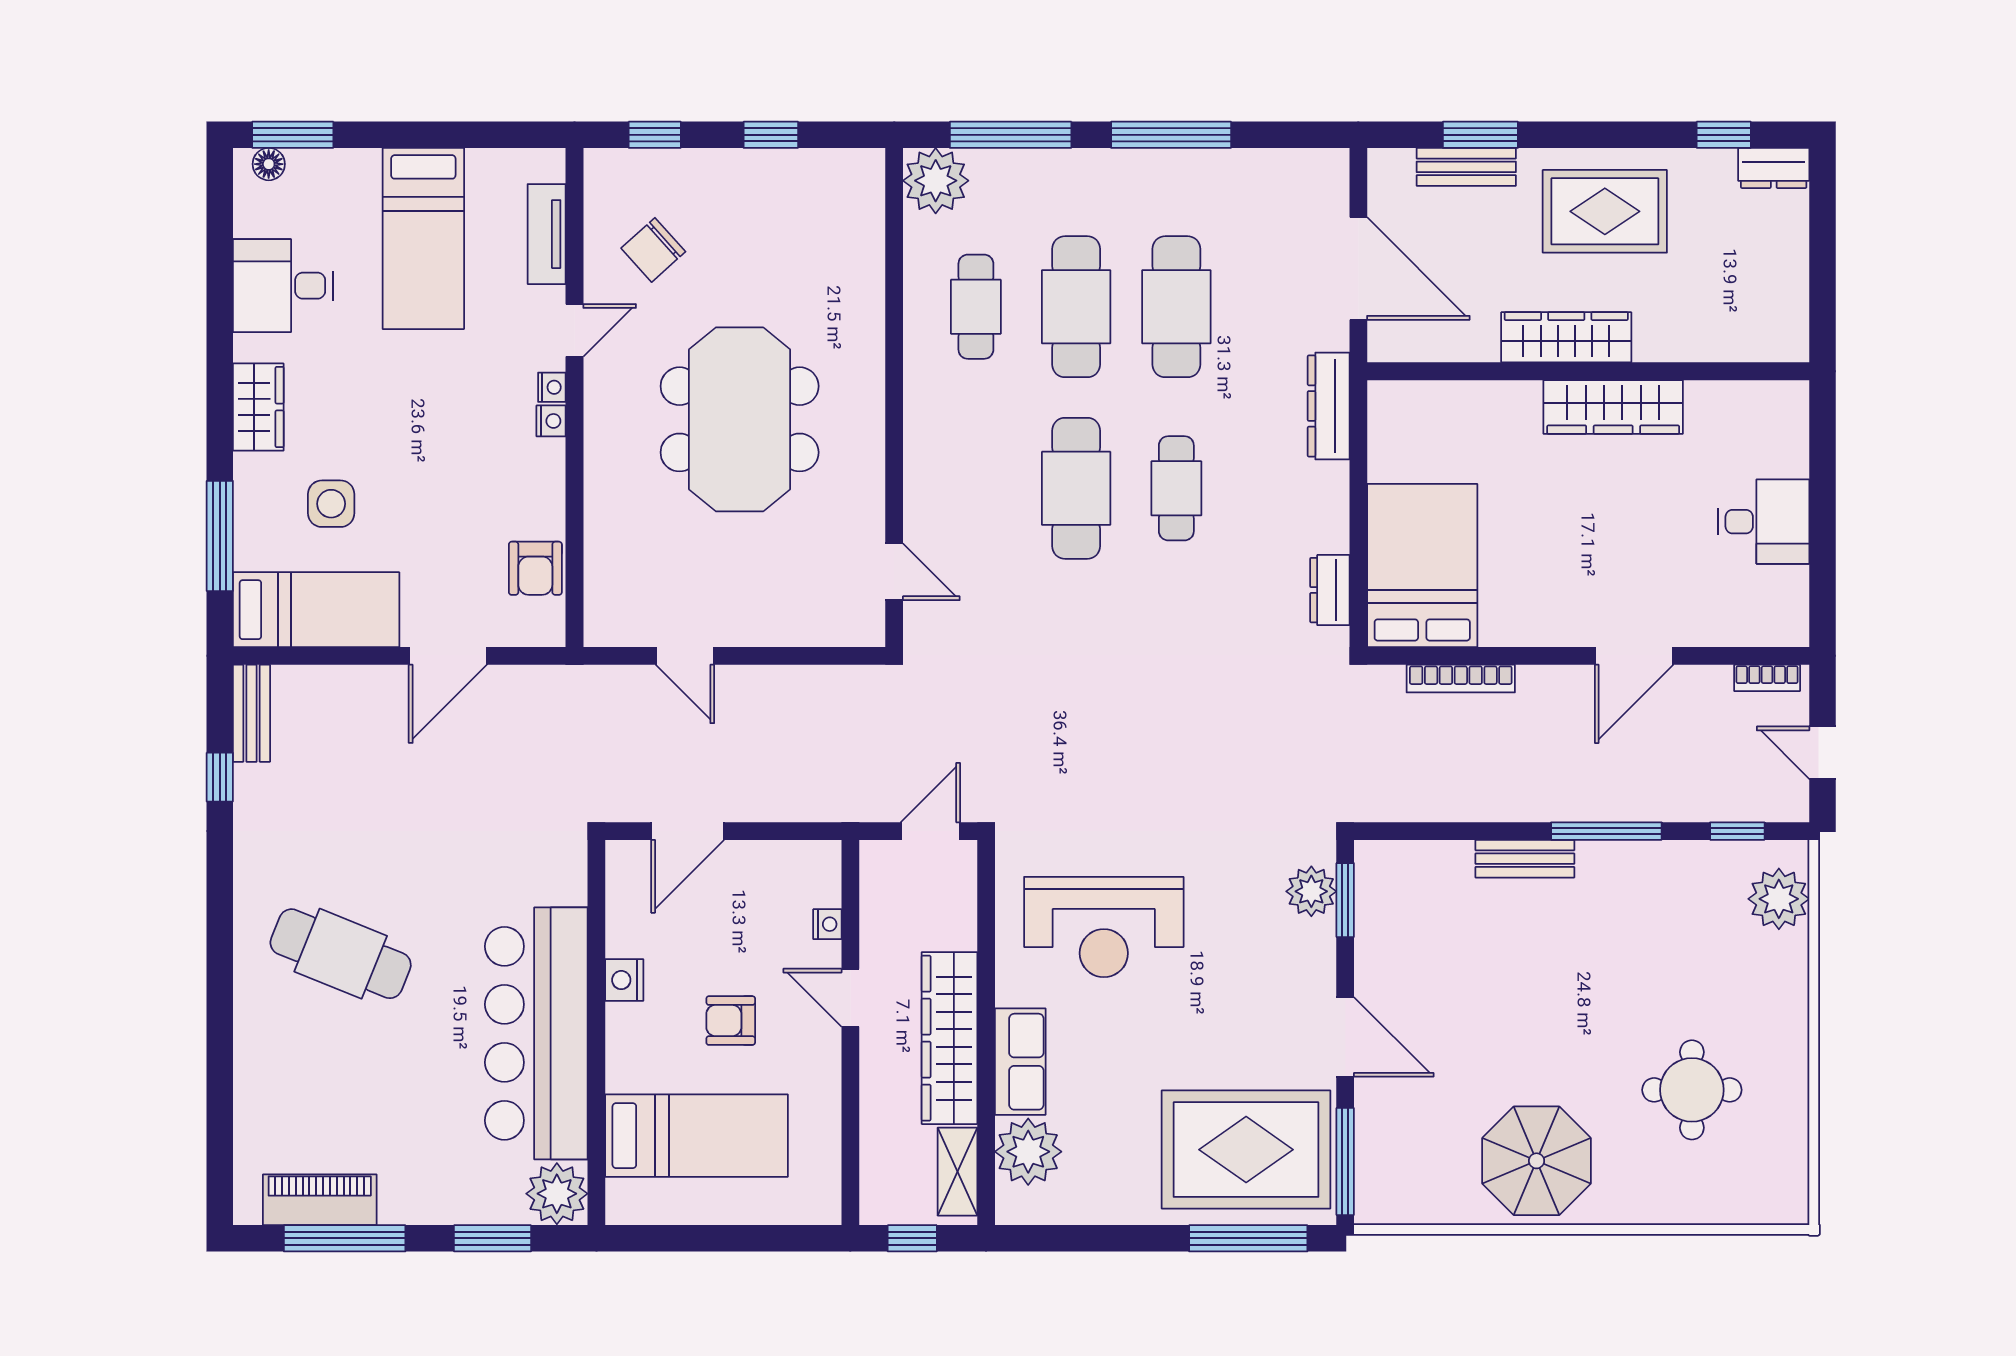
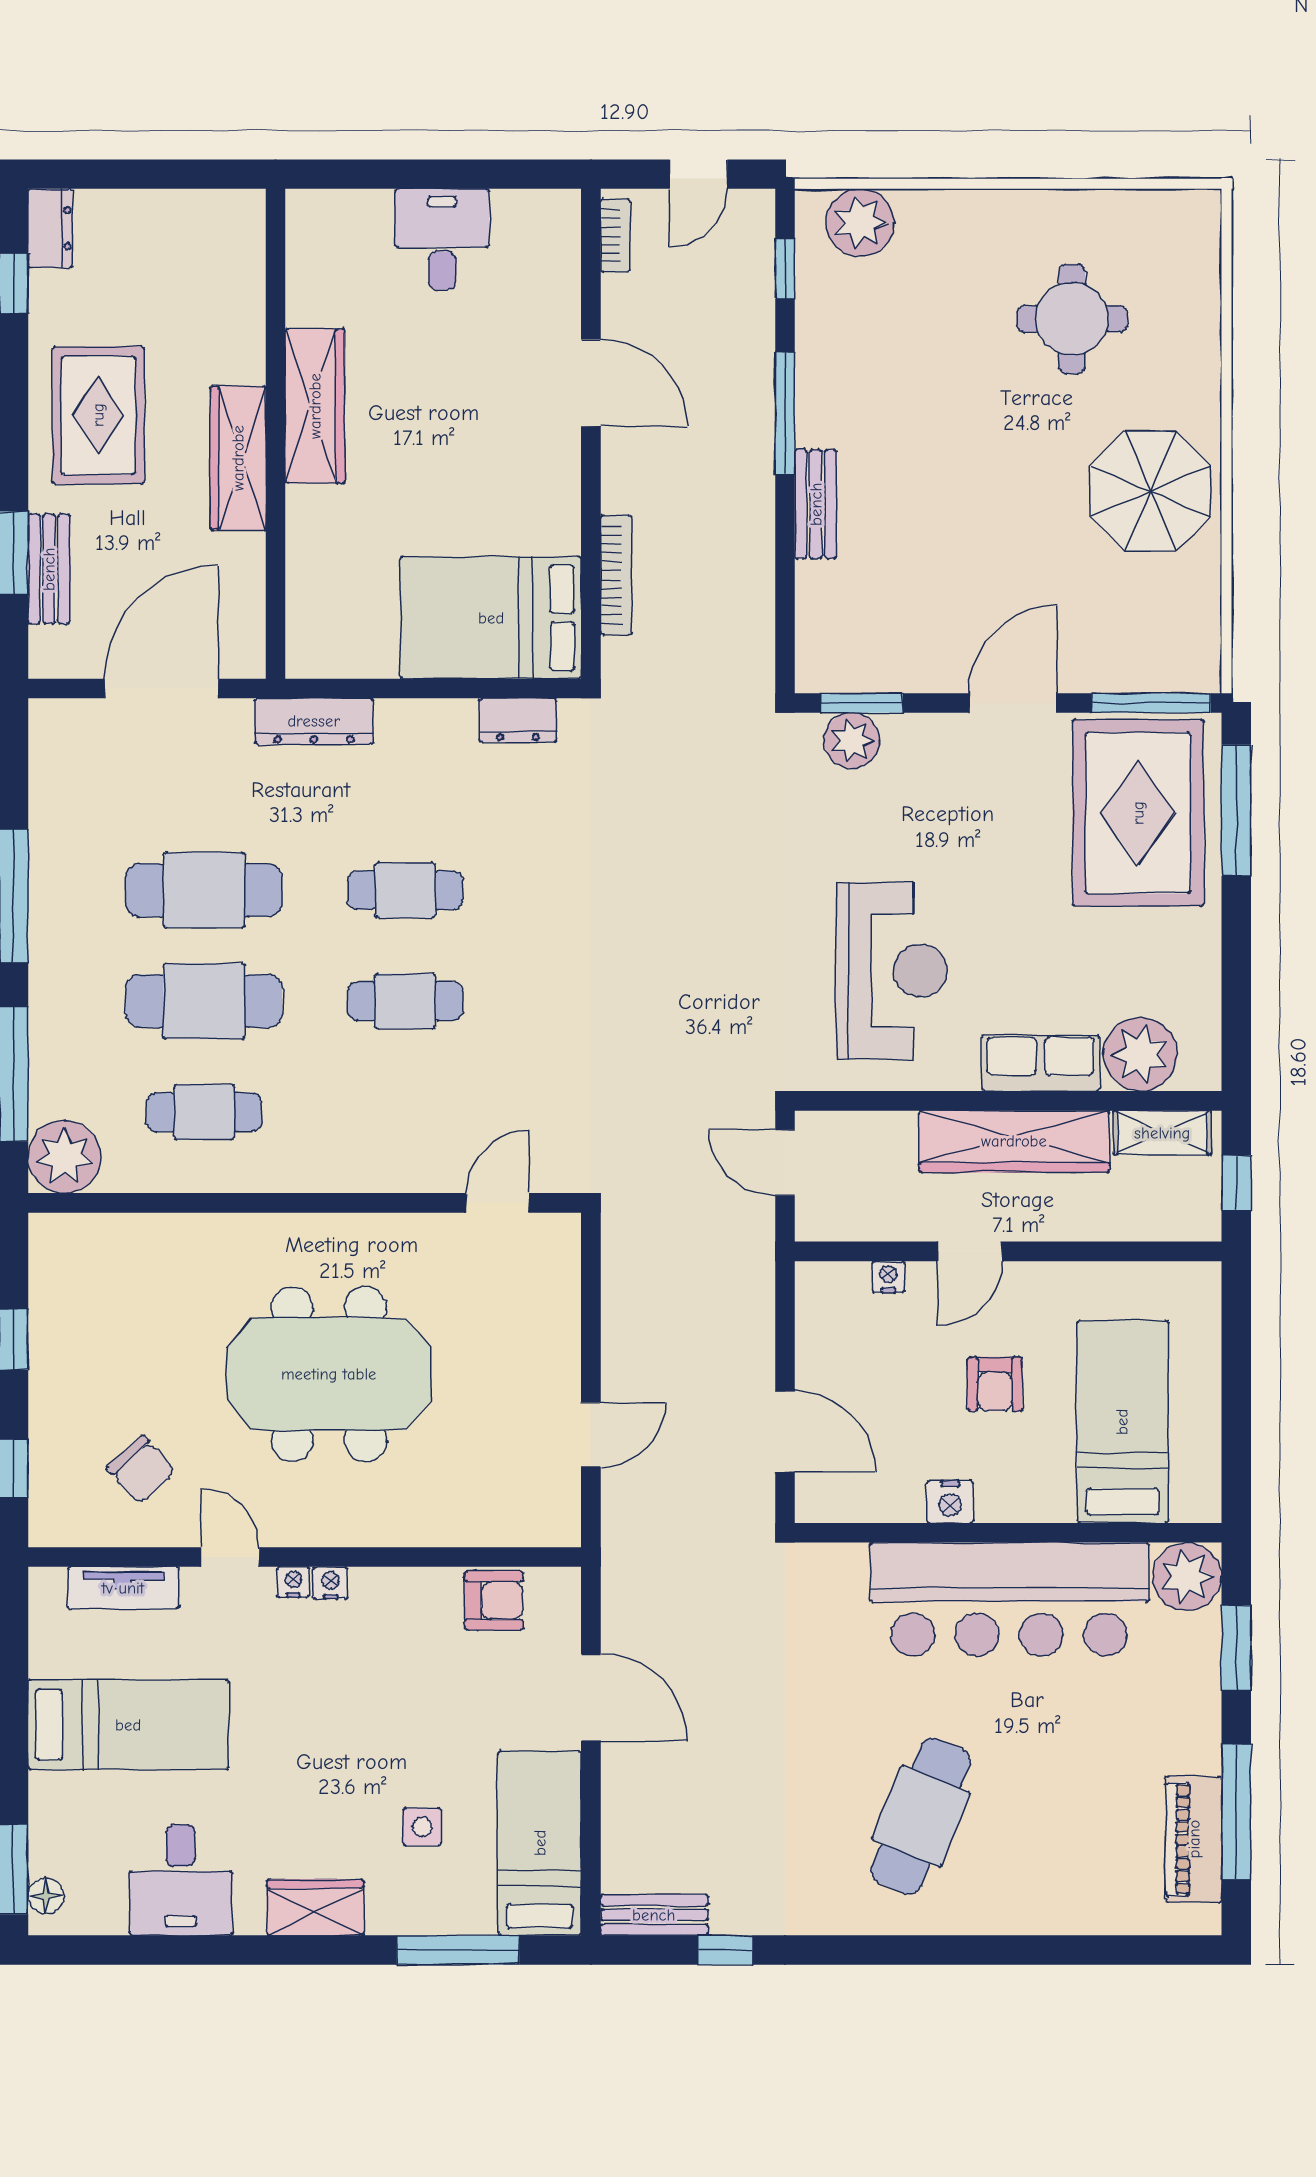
cafe table: (1076, 488) -> (405, 1001), width x0.73, depth x0.74
side table: (331, 504) -> (422, 1827), width x0.73, depth x0.73

